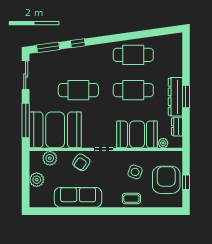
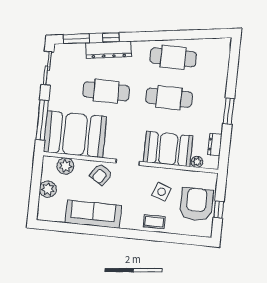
dresser: (175, 97) -> (109, 50), moved, turned -98

